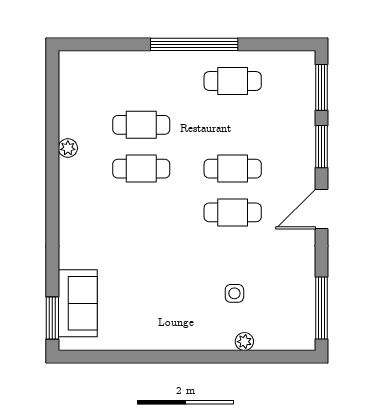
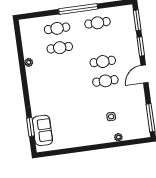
cafe table: (141, 169) -> (57, 28), moved
window: (52, 318) -> (31, 127), moved

